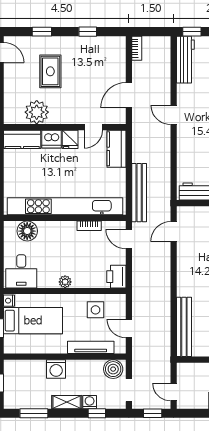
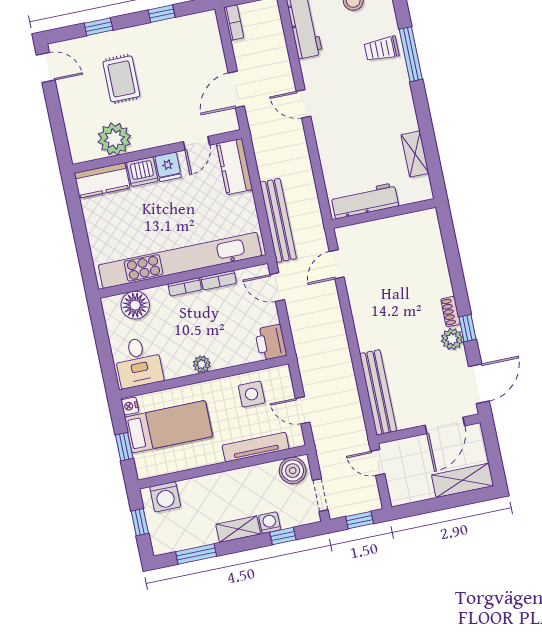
bookcase: (64, 226) -> (185, 287), added
washing machine: (56, 369) -> (165, 497), moved
door: (174, 392) -> (378, 463), moved

